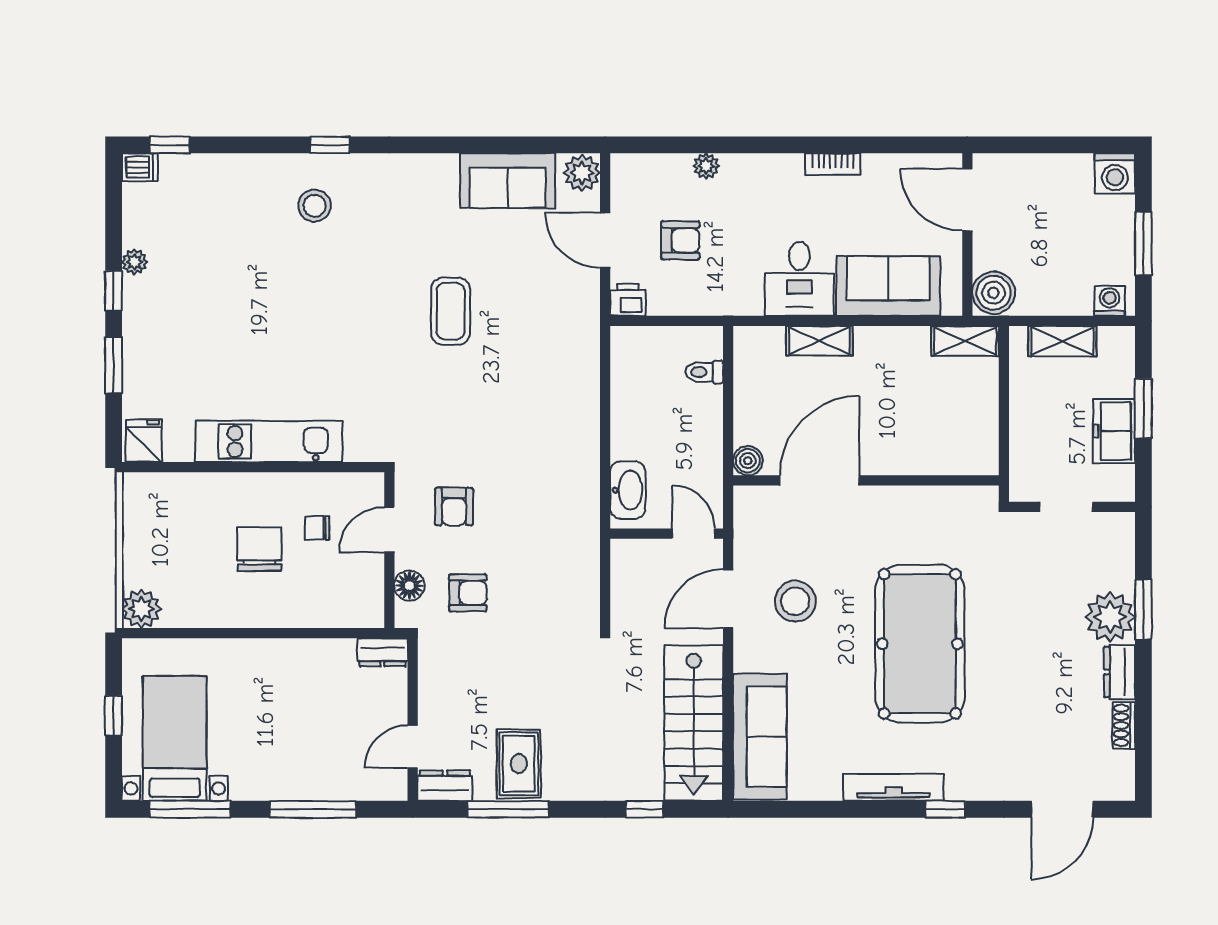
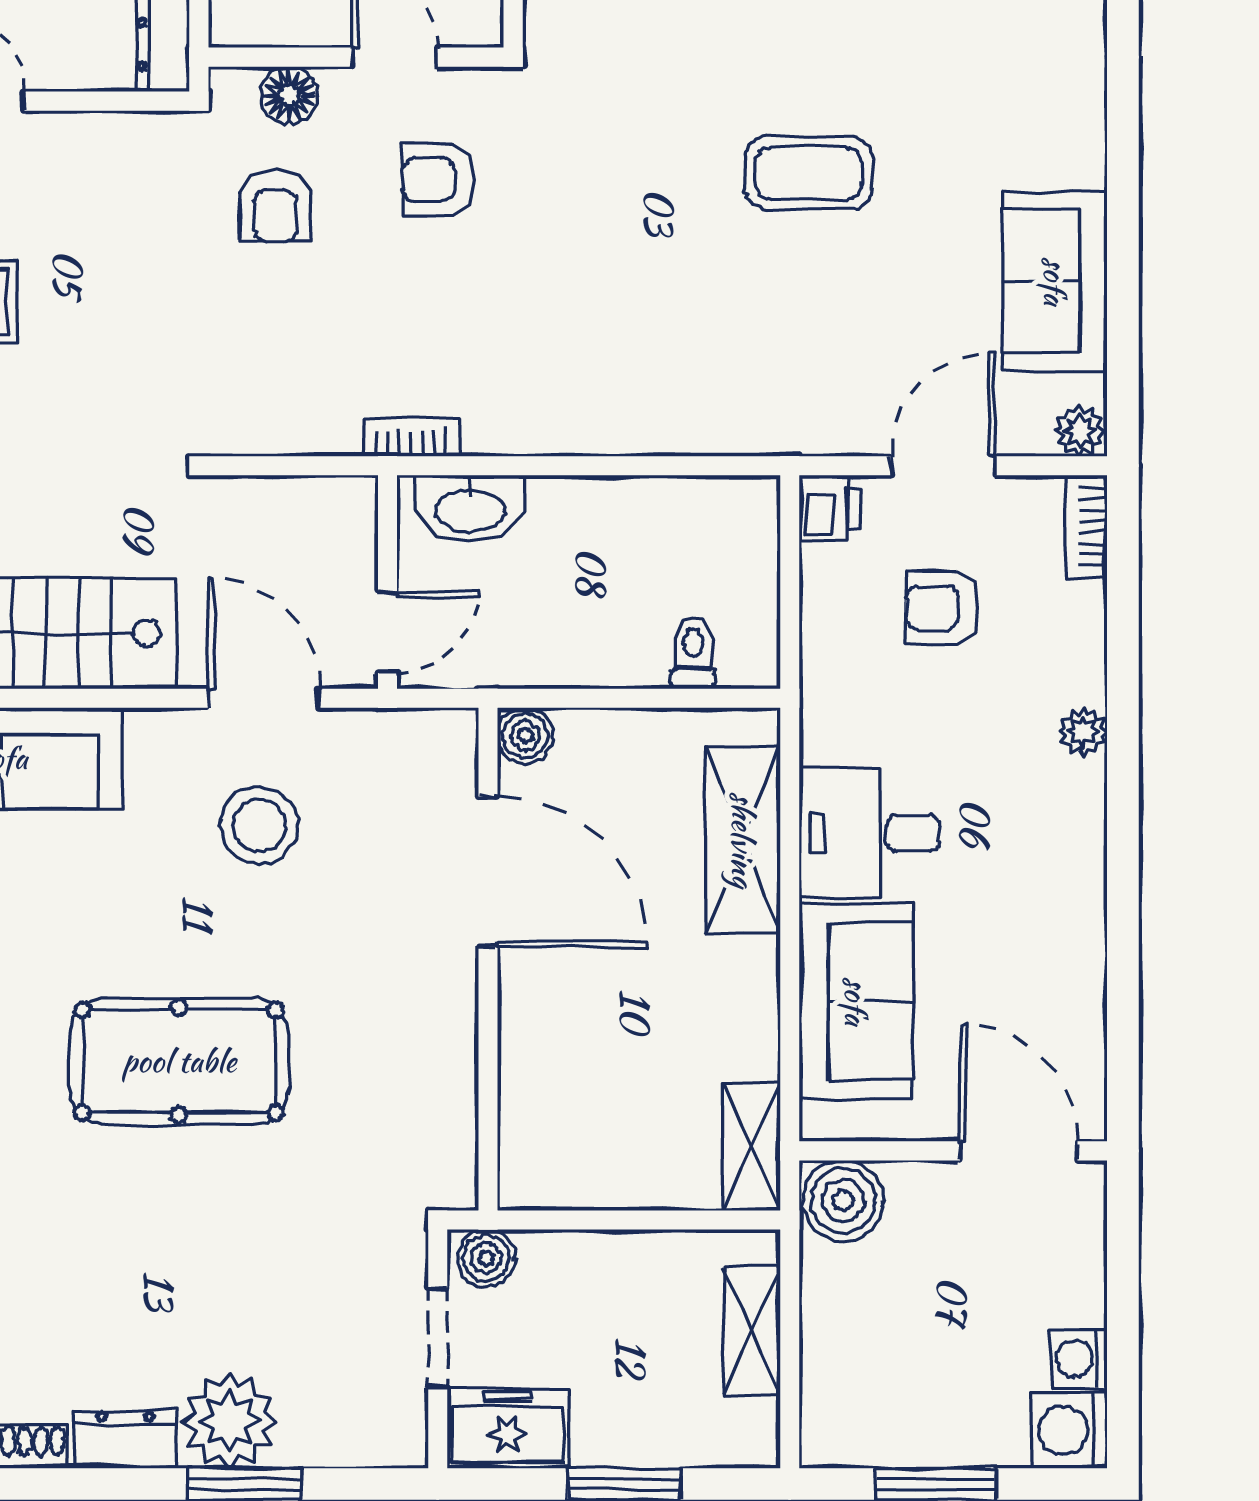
bookcase: (833, 164) -> (1087, 527), moved
plant: (706, 166) -> (1083, 731), moved
plant: (582, 173) -> (1080, 431), width x0.73, depth x0.73
door: (967, 200) -> (1019, 1151), hinge flipped
armchair: (680, 240) -> (942, 608), turned 90
washing machine: (1110, 301) -> (1079, 1359), moved, turned 180
shelving: (819, 341) -> (743, 840), width x1.50, depth x1.33
freezer: (1114, 431) -> (508, 1429), moved
boiler: (1024, 481) -> (486, 1258), added
bookcase: (590, 521) -> (411, 437), added
pool table: (920, 644) -> (179, 1061), width x0.73, depth x0.76

